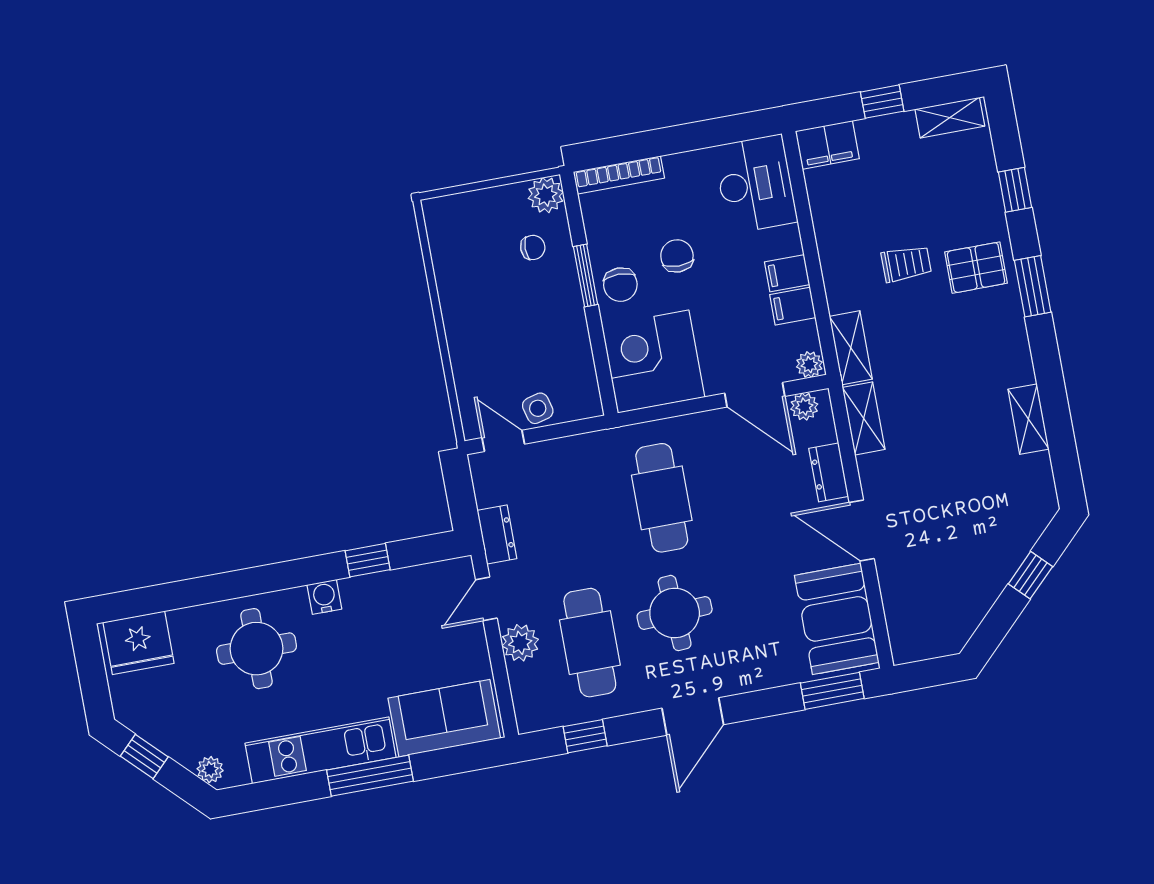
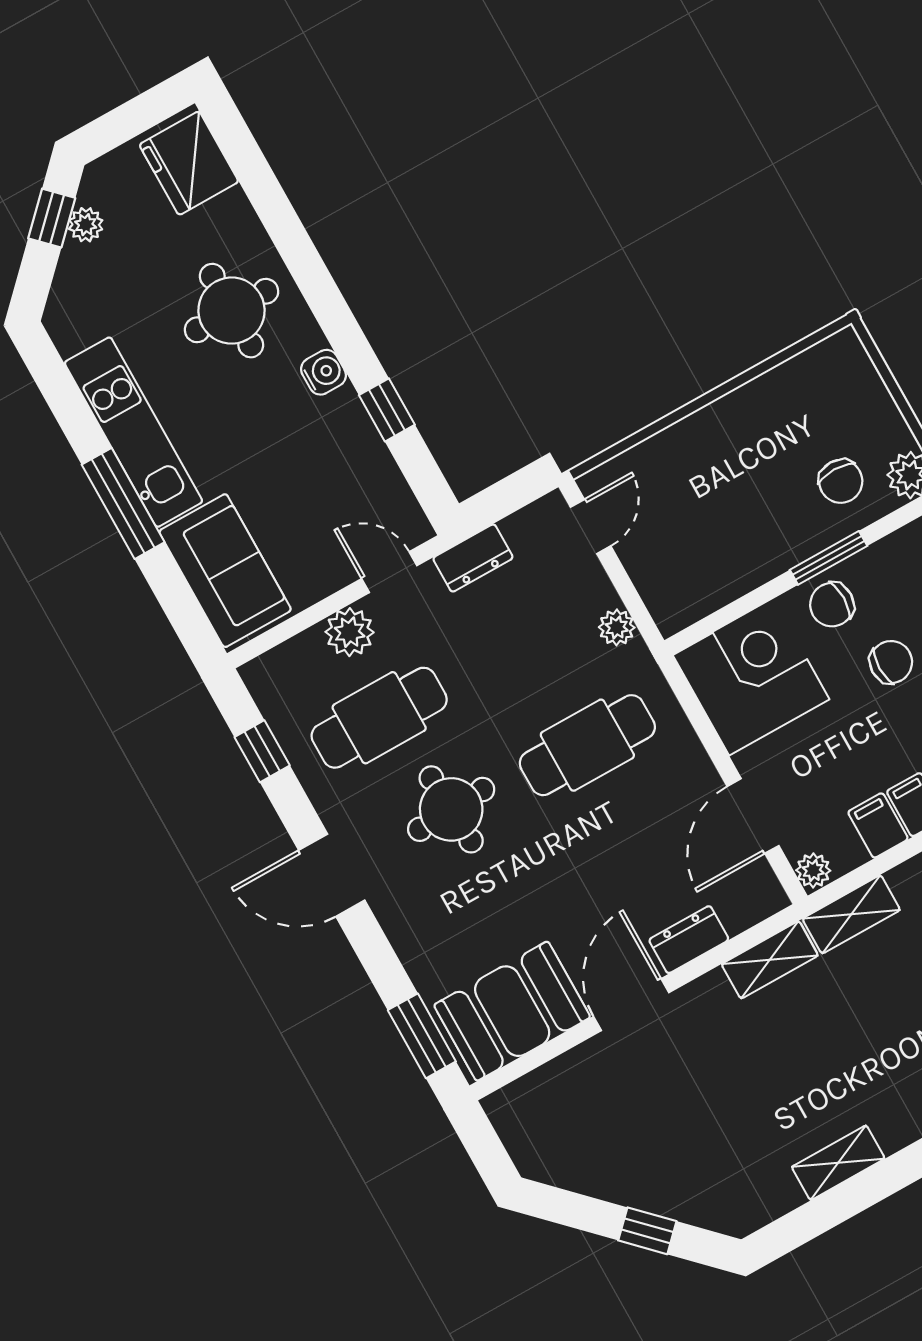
chair: (533, 247) -> (841, 481), width x1.37, depth x1.37
plant: (804, 407) -> (617, 627), moved
side table: (538, 408) -> (645, 555), removed
plant: (210, 770) -> (86, 225), moved

